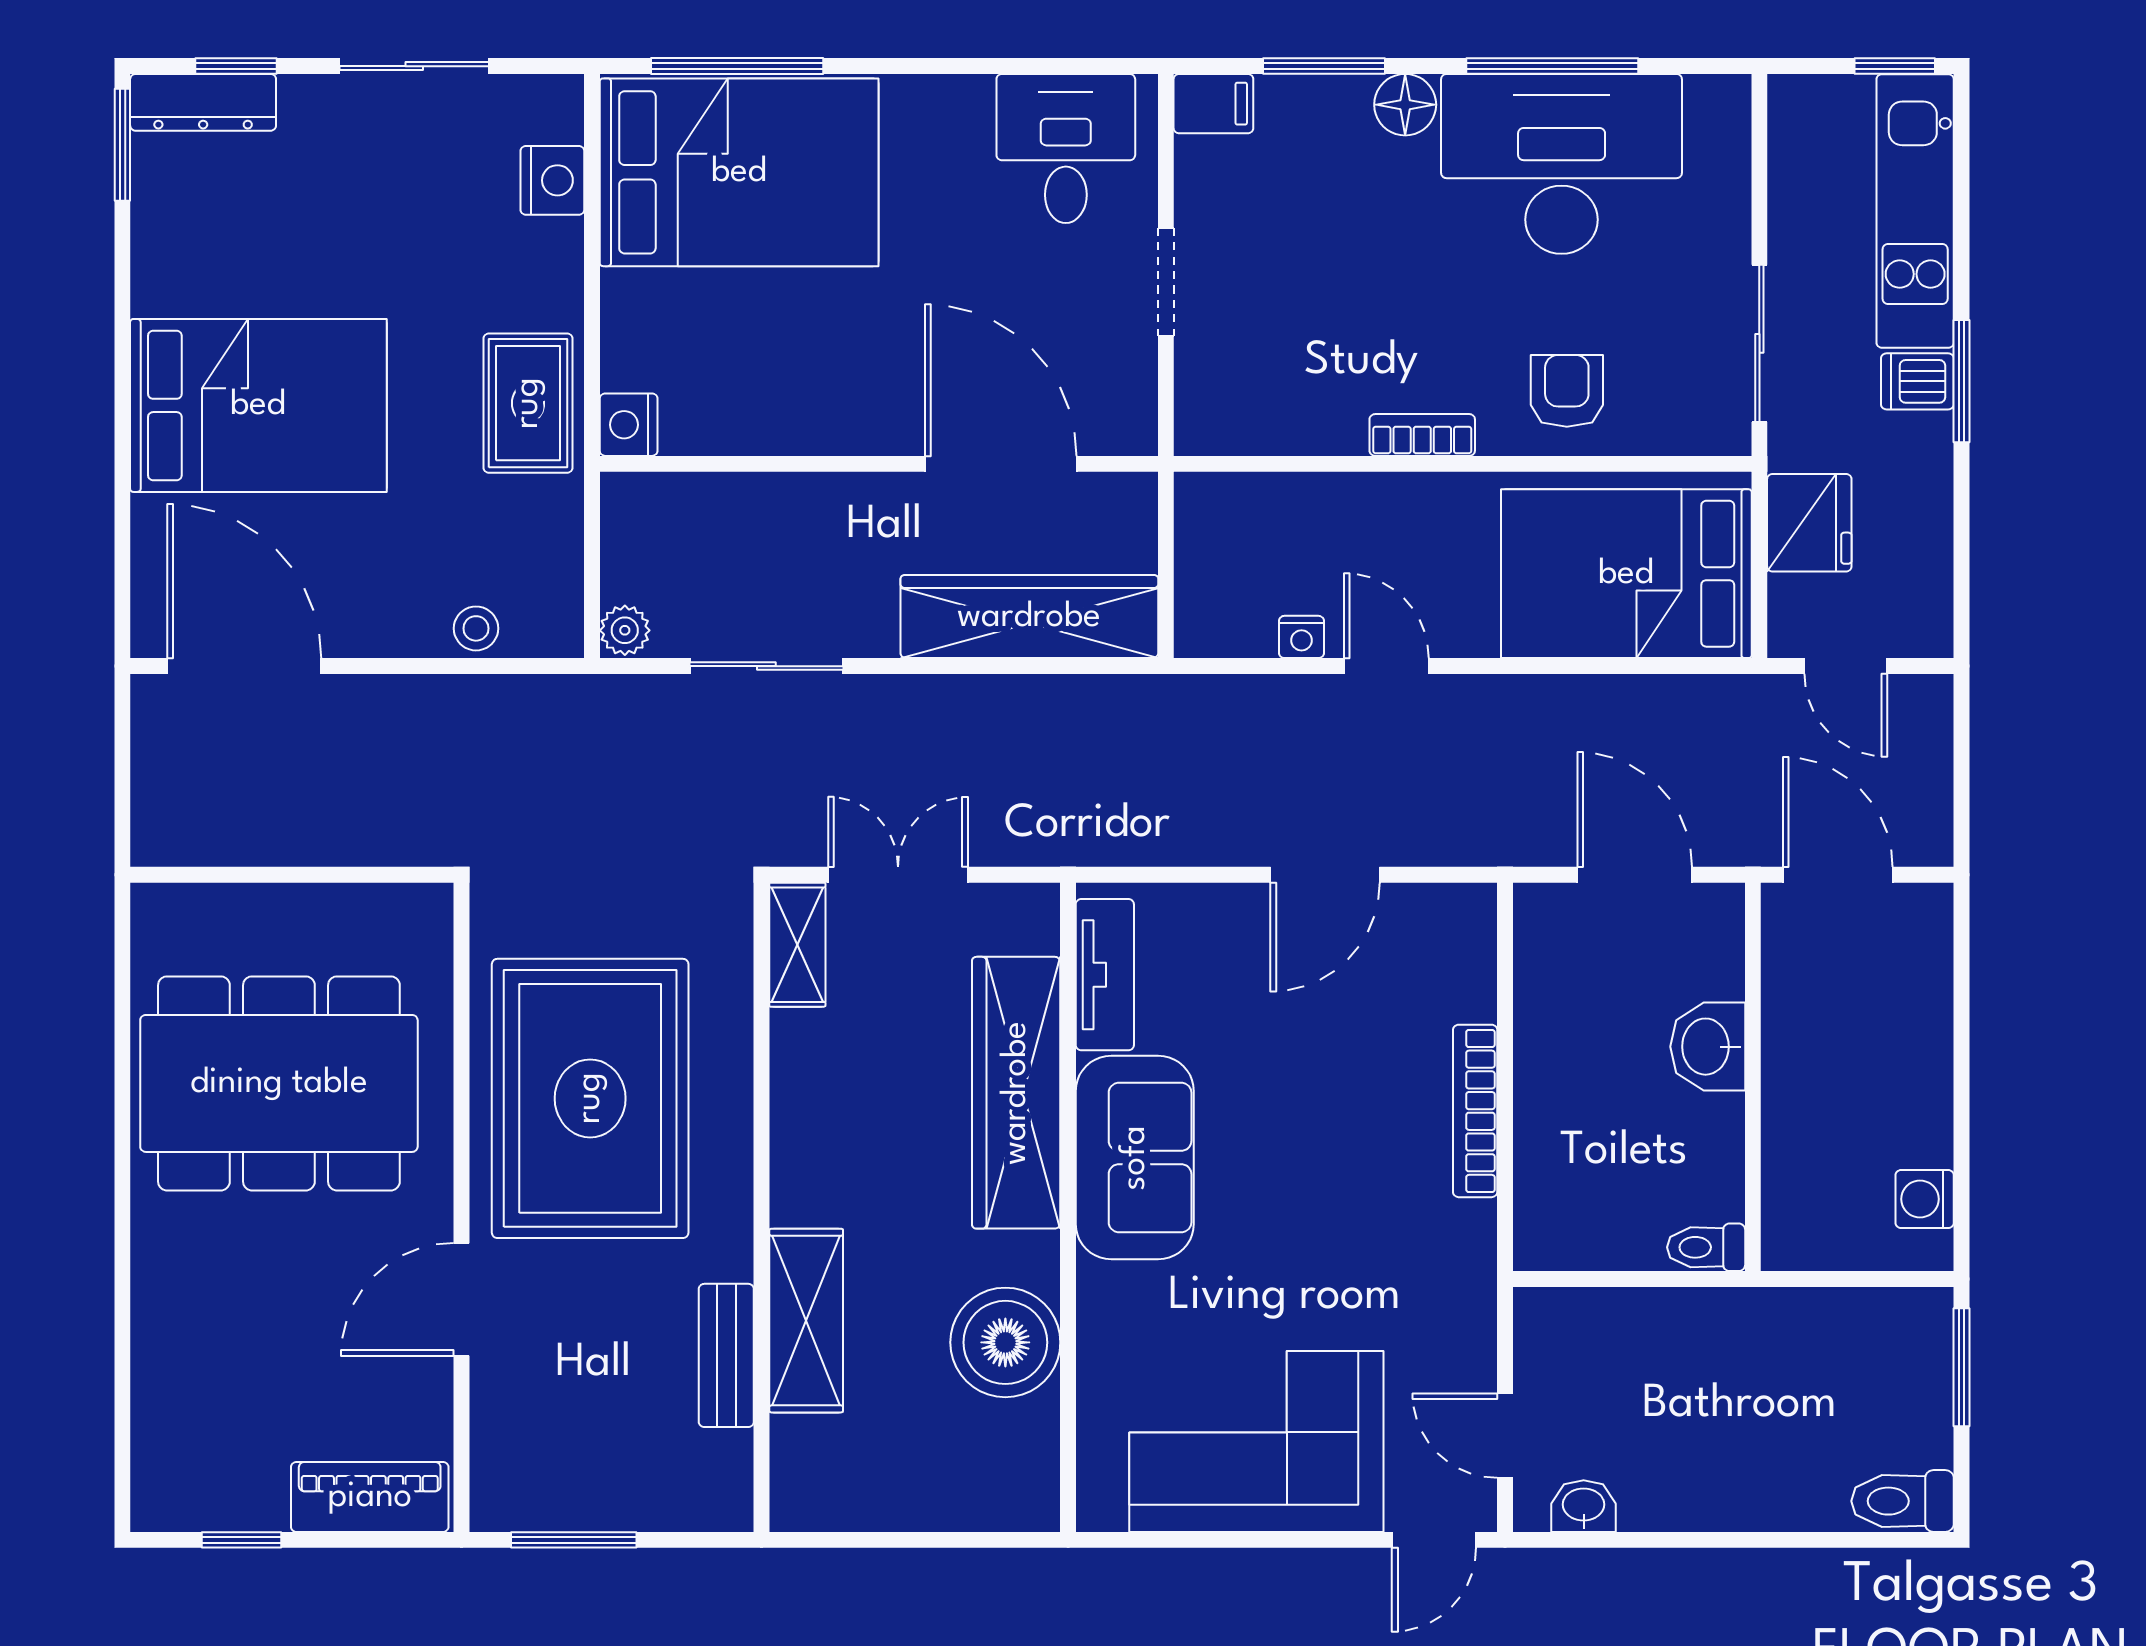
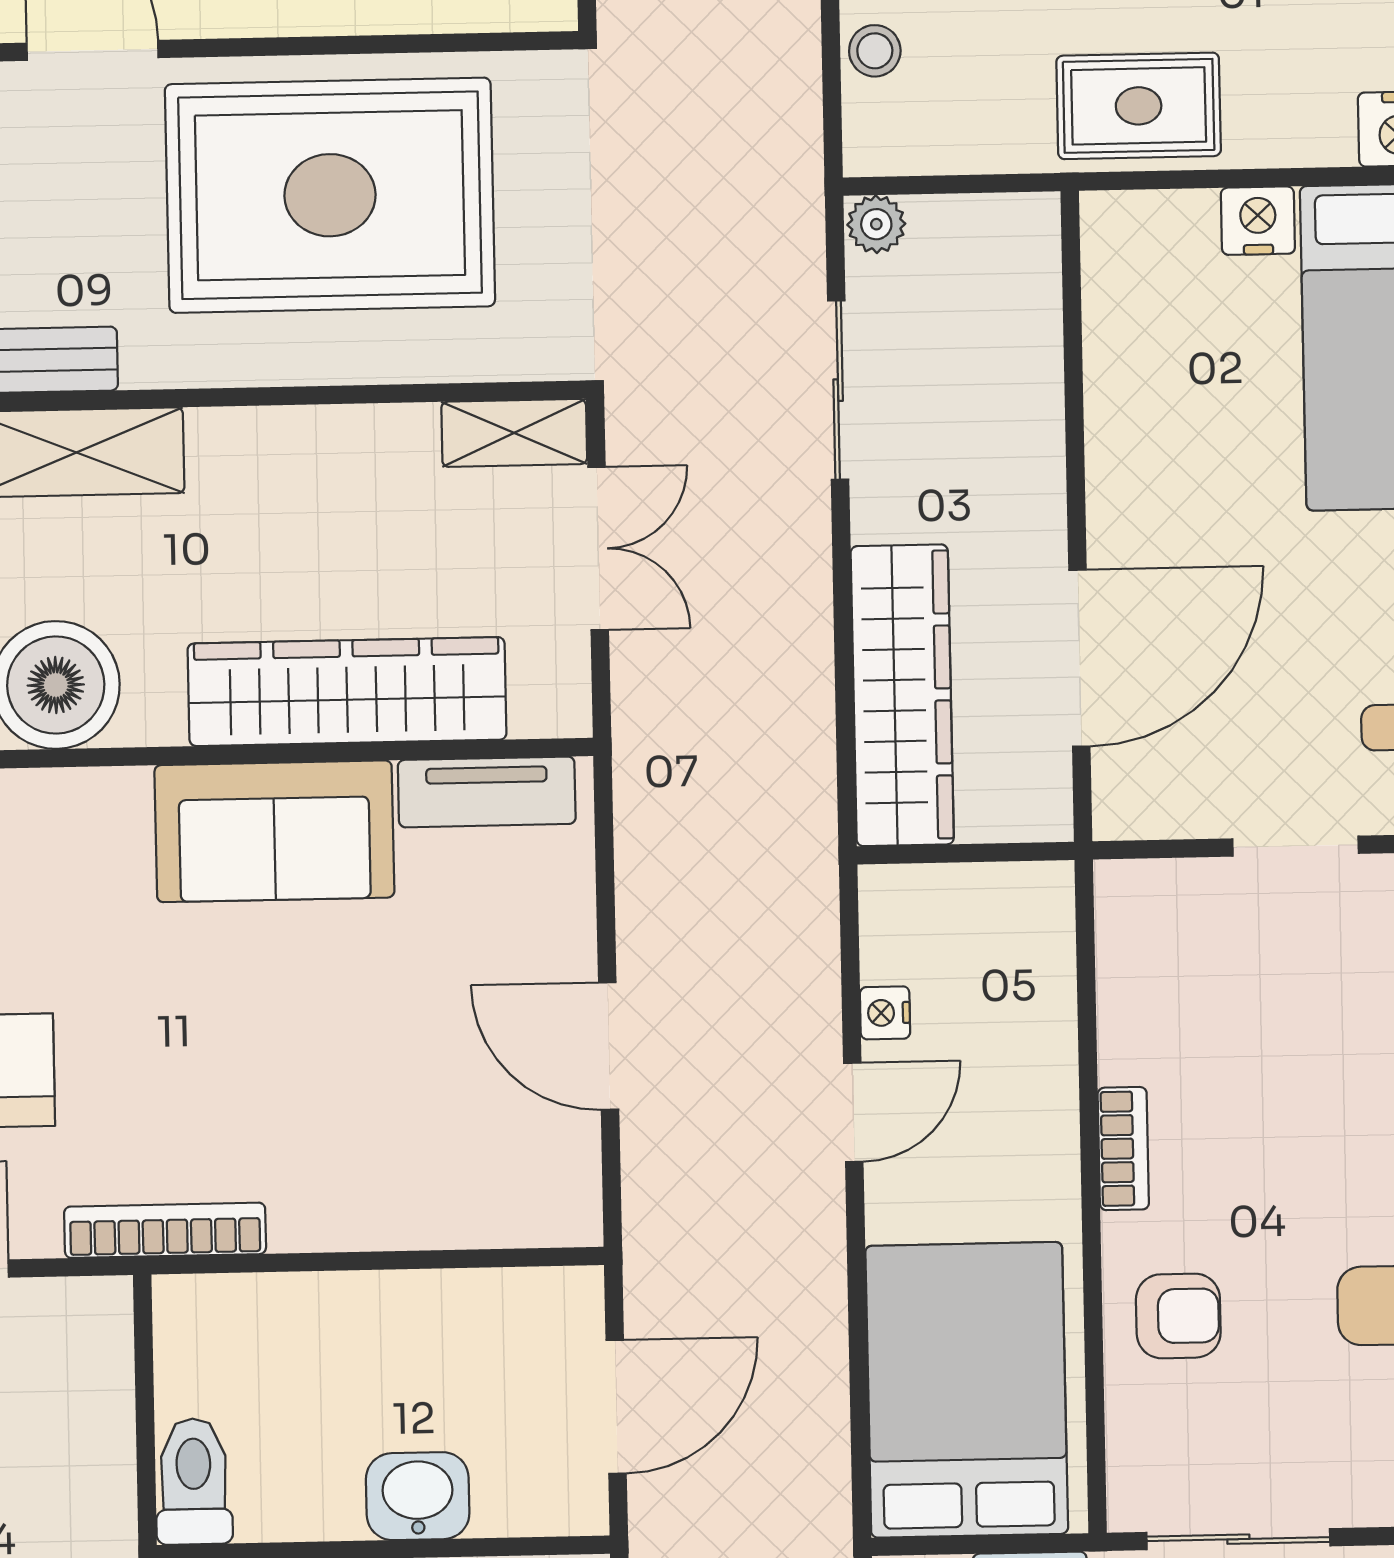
nightstand: (629, 425) -> (1258, 221), moved
bookcase: (1475, 1111) -> (165, 1230), moved
toilet: (1706, 1247) -> (194, 1481), width x1.37, depth x1.39

